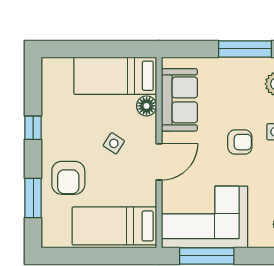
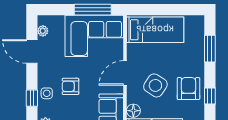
side table: (114, 143) -> (155, 85), width x1.87, depth x1.87
armchair: (68, 178) -> (188, 89), moved

